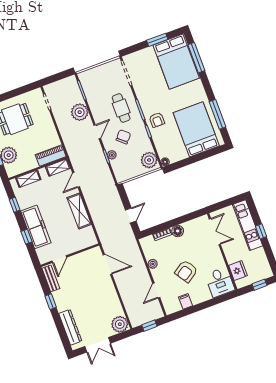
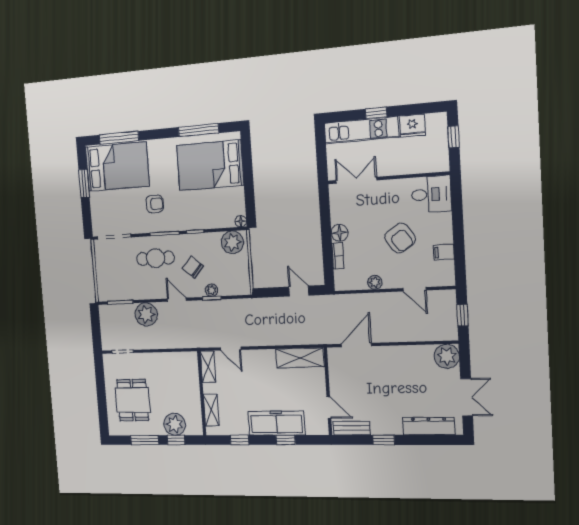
armchair: (157, 120) -> (155, 204), moved
piano: (51, 156) -> (190, 371), removed
shelving: (79, 211) -> (300, 358), moved
fridge: (238, 271) -> (412, 126), moved, turned 180

